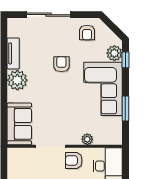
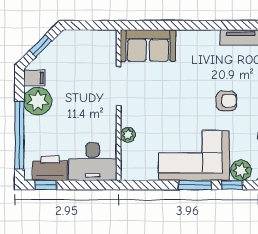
plant: (17, 80) -> (205, 43), removed
window: (125, 108) -> (195, 185), moved
armchair: (74, 160) -> (100, 117), removed

